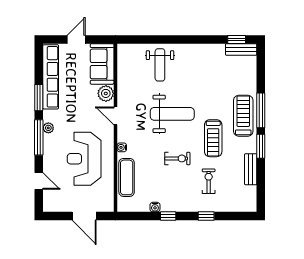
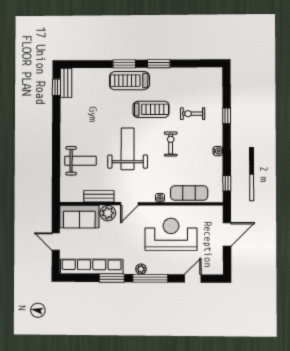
window: (261, 110) -> (124, 64), width x0.69
reception desk: (84, 159) -> (171, 234), turned 180
bench: (251, 169) -> (99, 196), moved
water cooler: (155, 207) -> (218, 151), moved
window: (168, 216) -> (227, 183), moved

